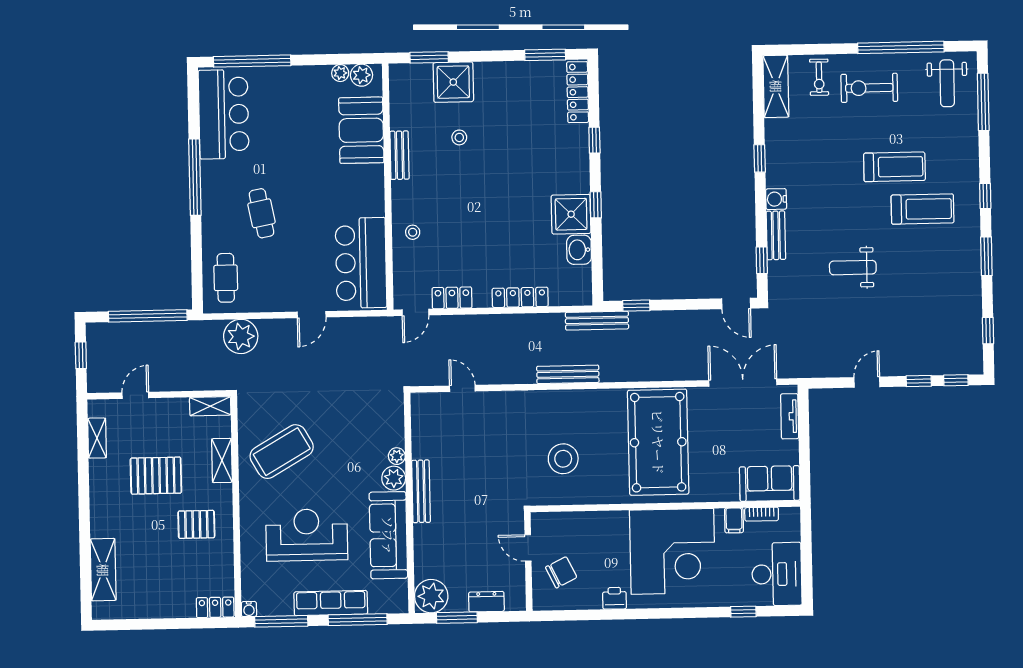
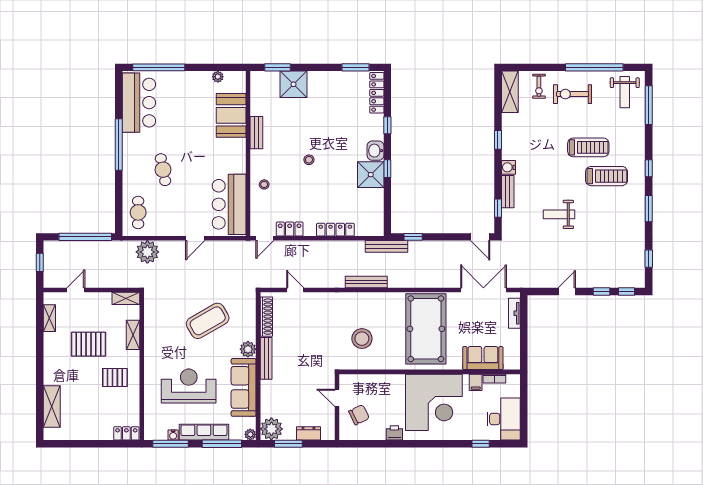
plant: (361, 75) -> (232, 78), removed
stool: (459, 137) -> (309, 160), moved
washbasin: (579, 250) -> (375, 151), moved
shoe rack: (420, 429) -> (266, 317), added
coffee table: (282, 452) -> (208, 321), moved
plant: (397, 456) -> (250, 434), moved
sofa: (770, 484) -> (483, 358), moved
water cooler: (249, 609) -> (173, 435), moved

